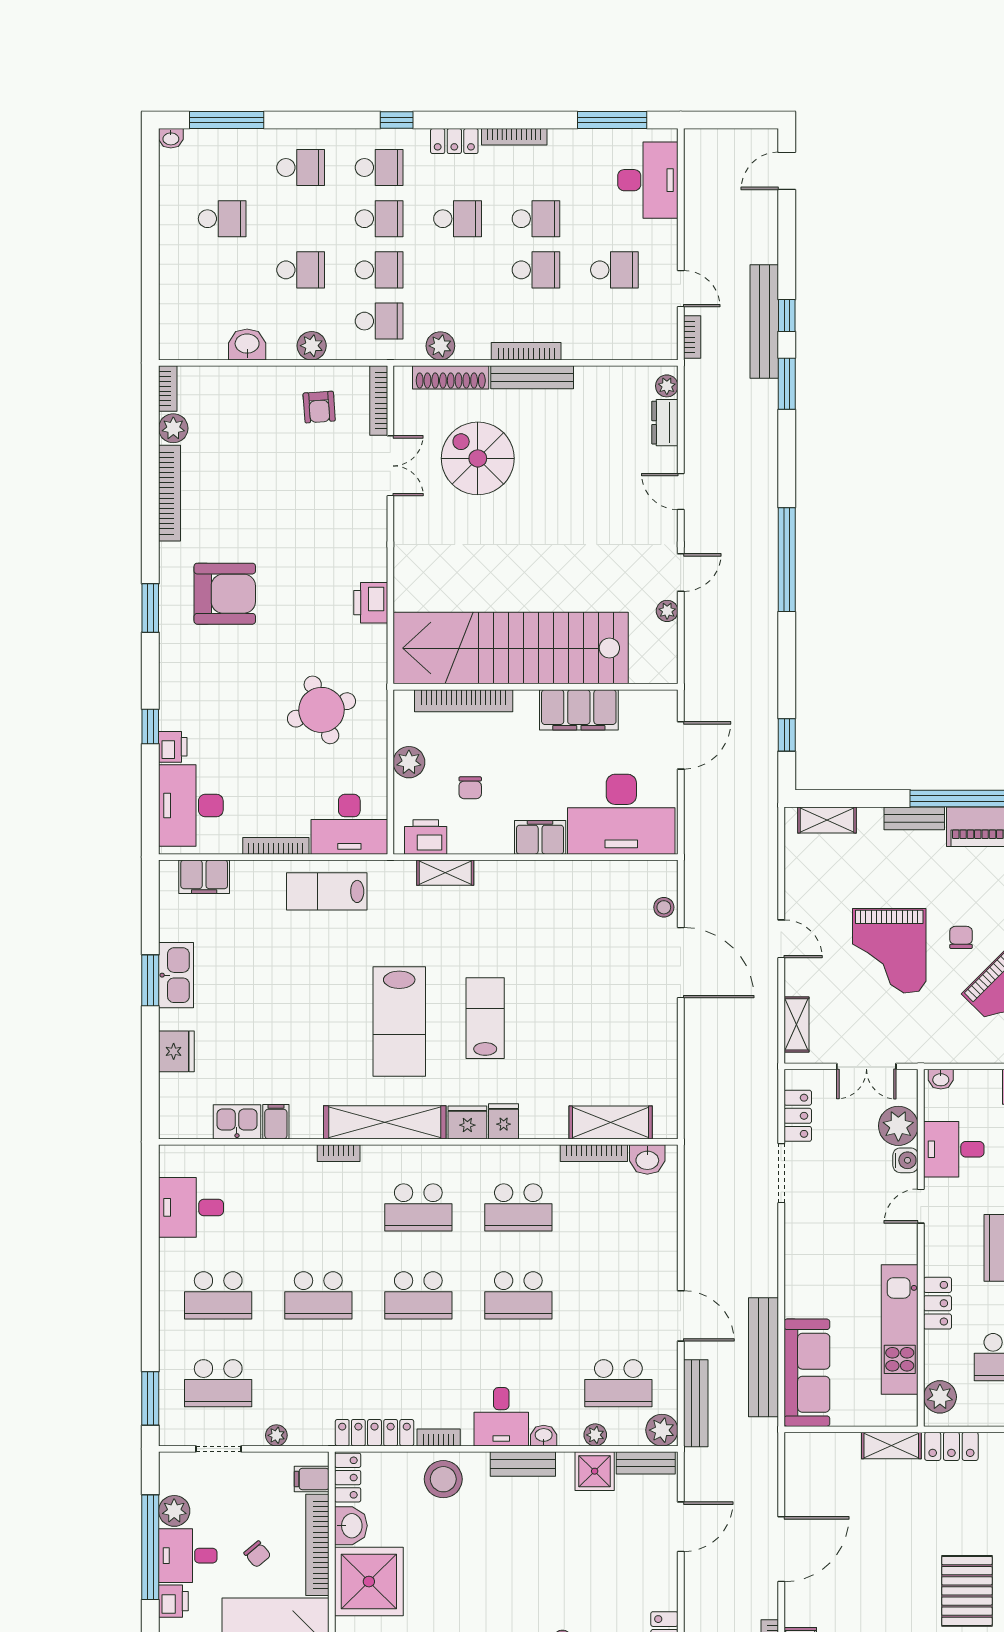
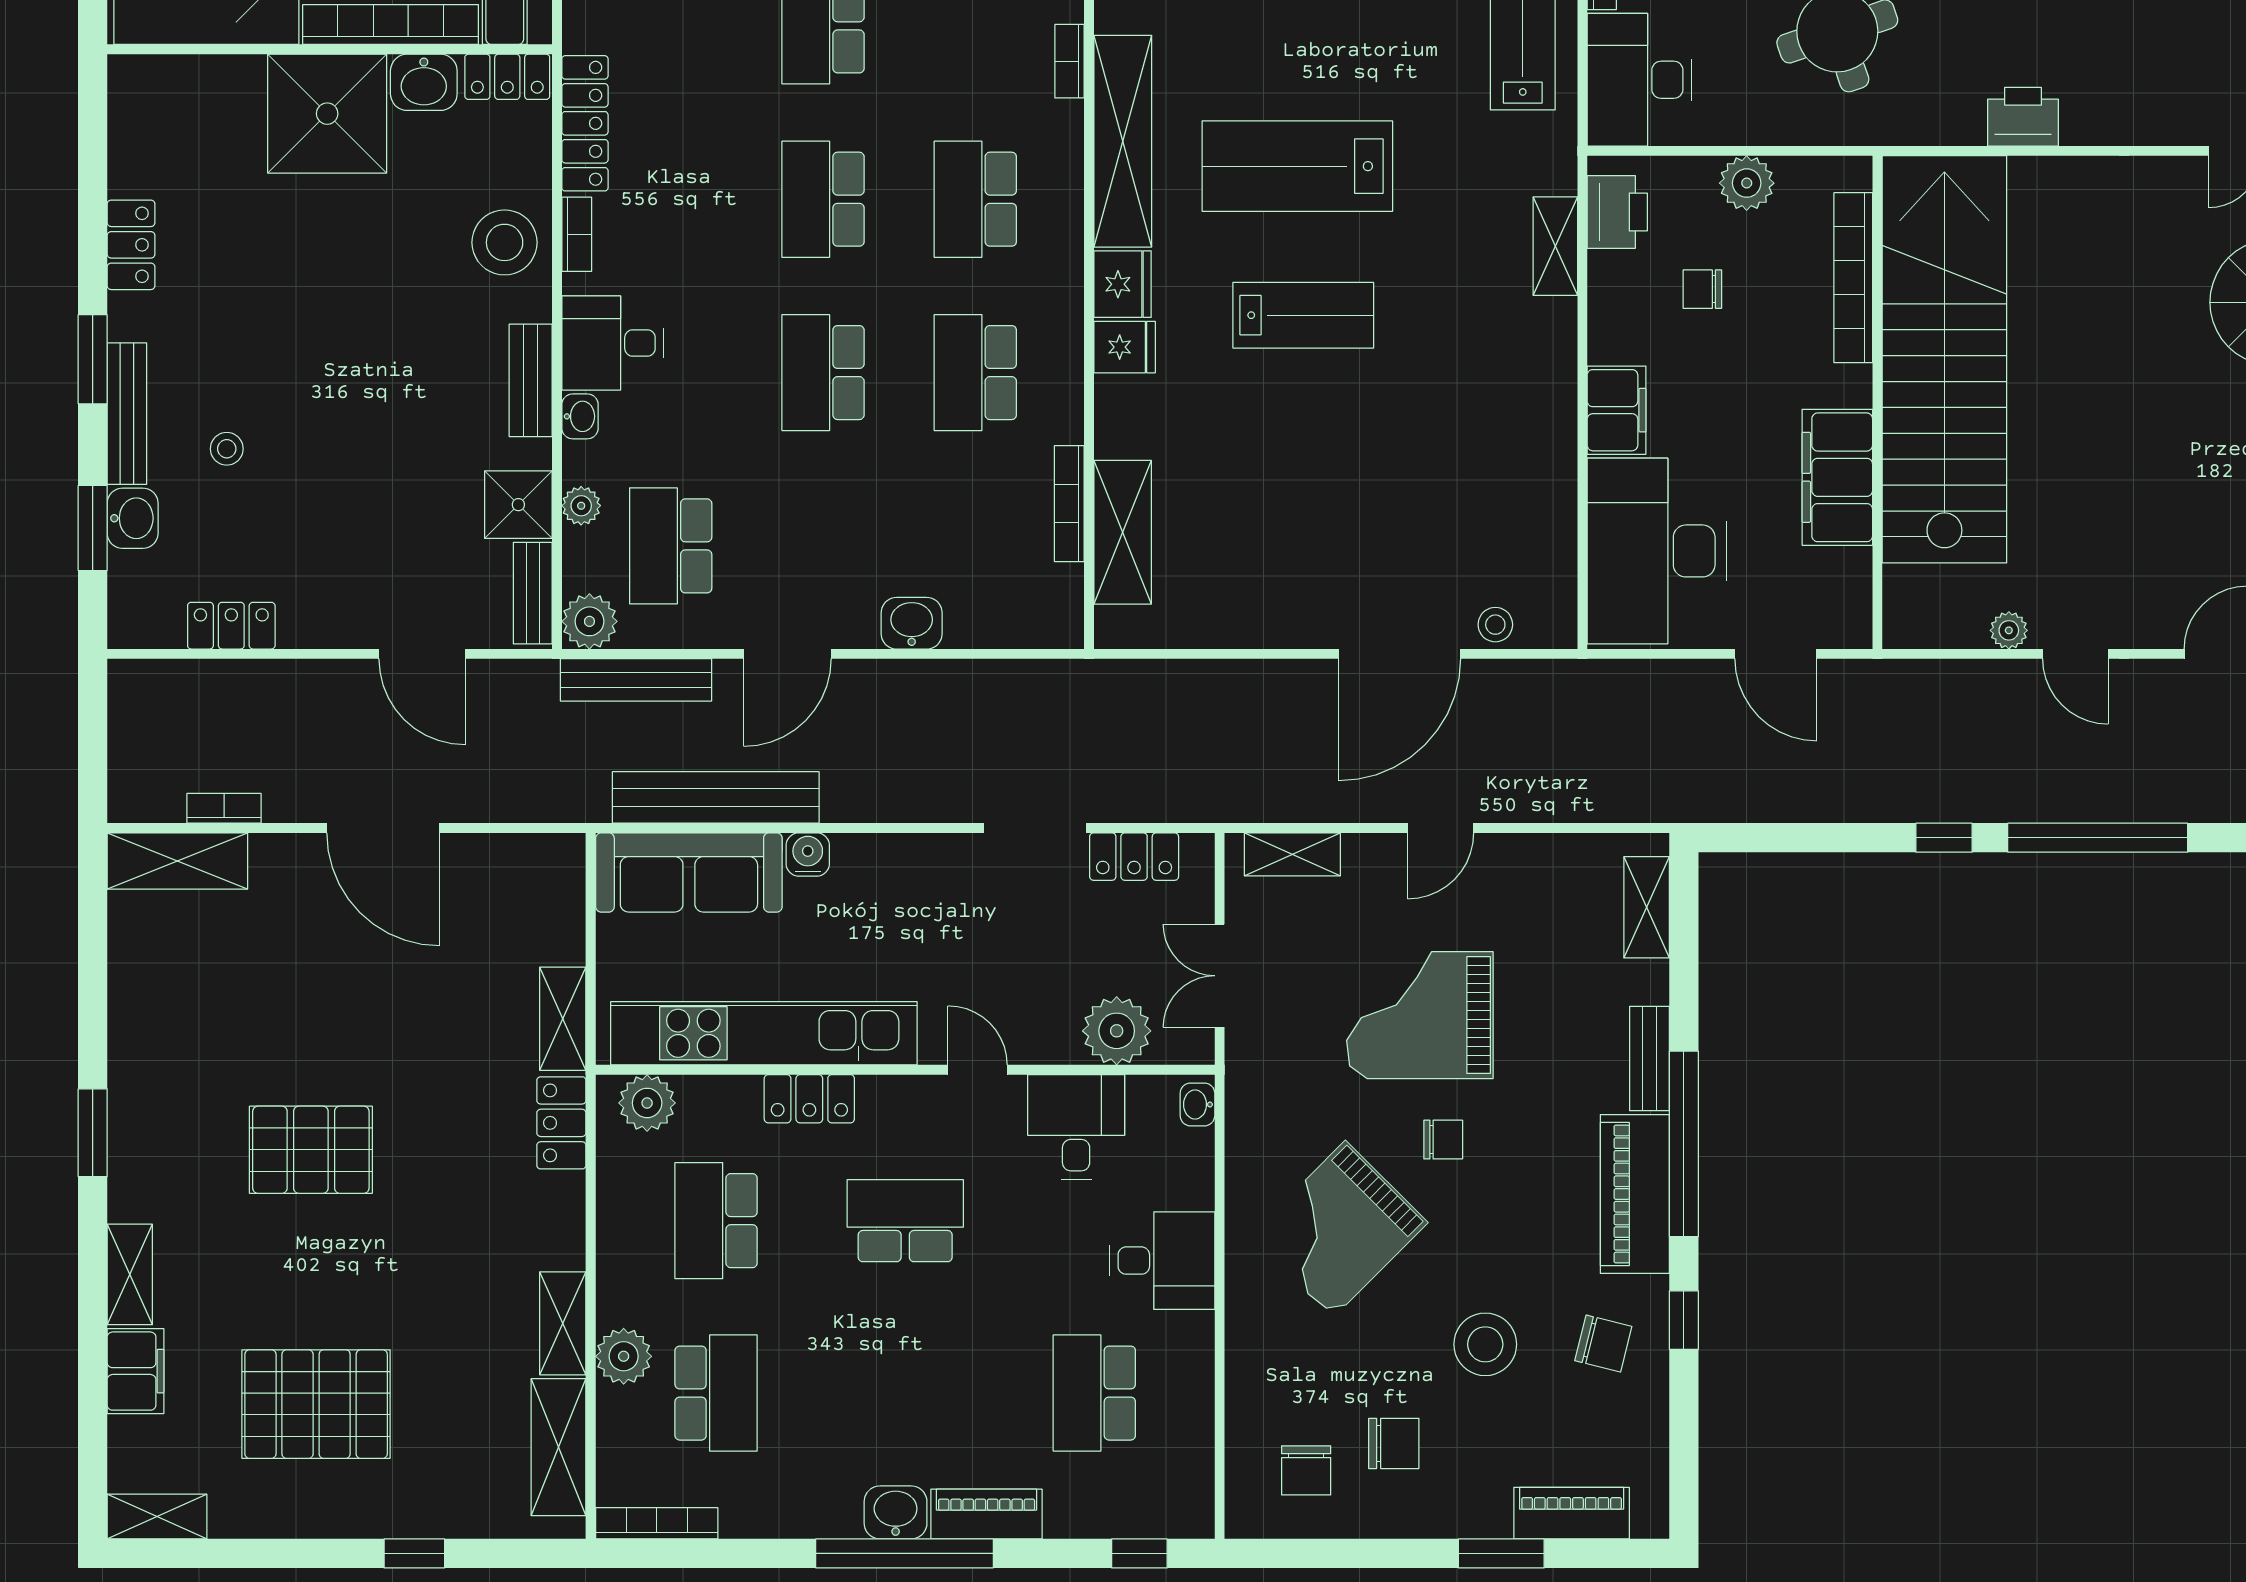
window: (787, 735) -> (1944, 838), moved
washbasin: (647, 1159) -> (912, 623), moved, turned 90
water cooler: (905, 1160) -> (808, 855), moved, turned 180
kitchen unit: (900, 1329) -> (764, 1033), width x1.36

